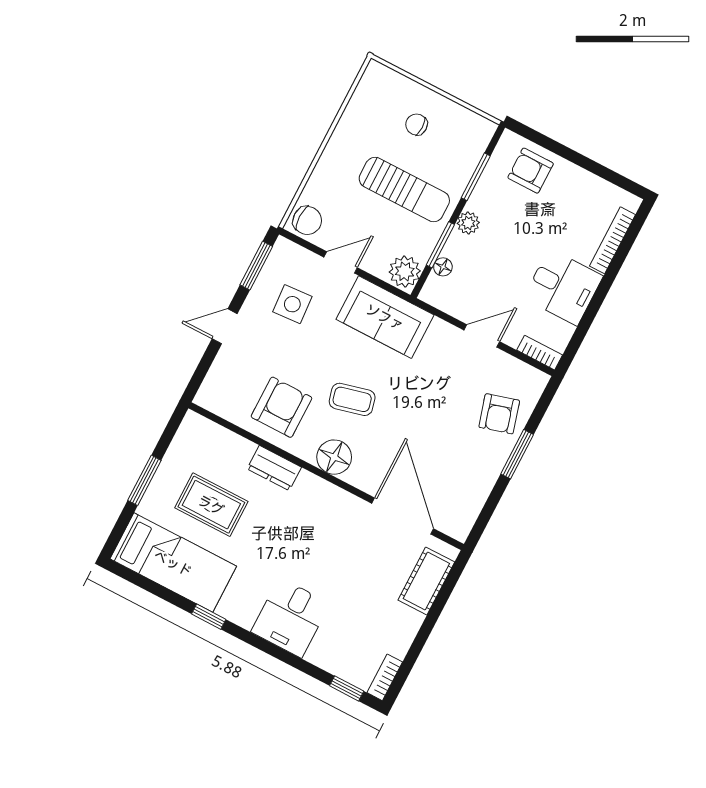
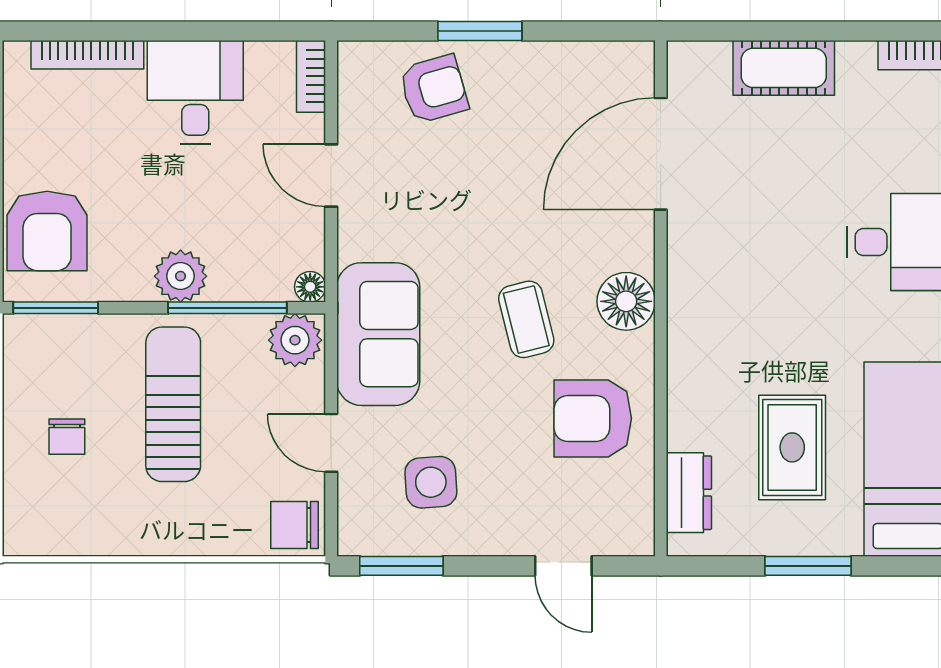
armchair: (531, 171) -> (47, 231), width x1.38, depth x1.38
window: (476, 177) -> (56, 308), moved
chair: (307, 220) -> (294, 525), turned -90
plant: (468, 223) -> (181, 276), width x1.38, depth x1.38
window: (440, 245) -> (227, 308), width x1.44
floor lamp: (443, 267) -> (310, 287), moved
door: (225, 326) -> (563, 566), moved
dresser: (274, 468) -> (689, 493), moved
cot: (426, 581) -> (784, 68), moved

